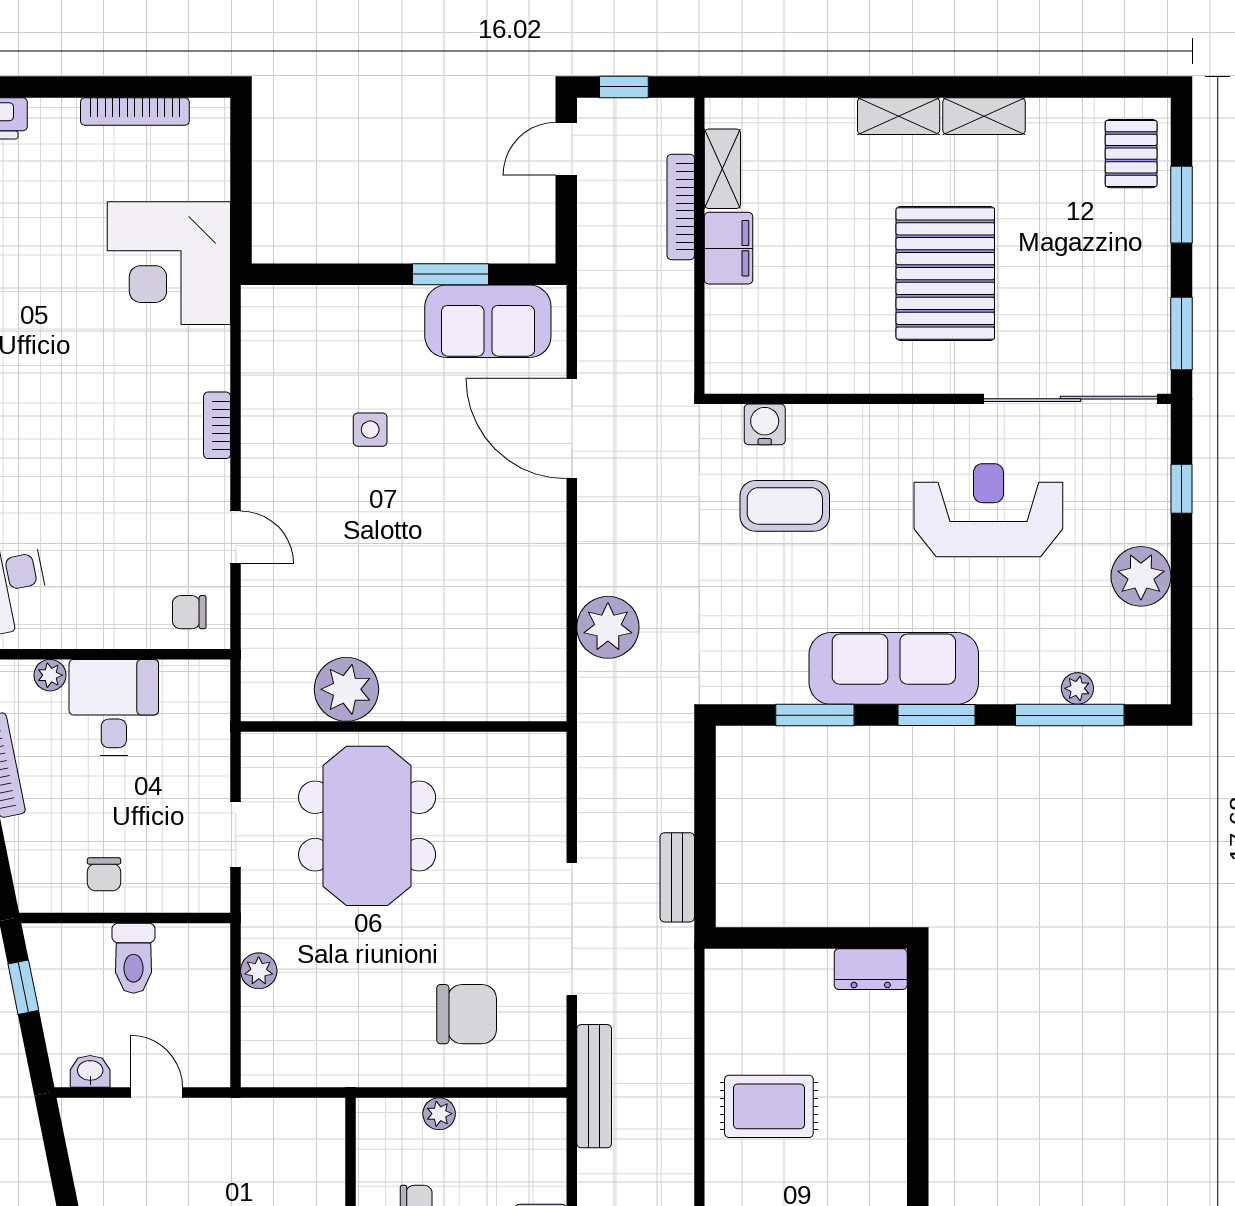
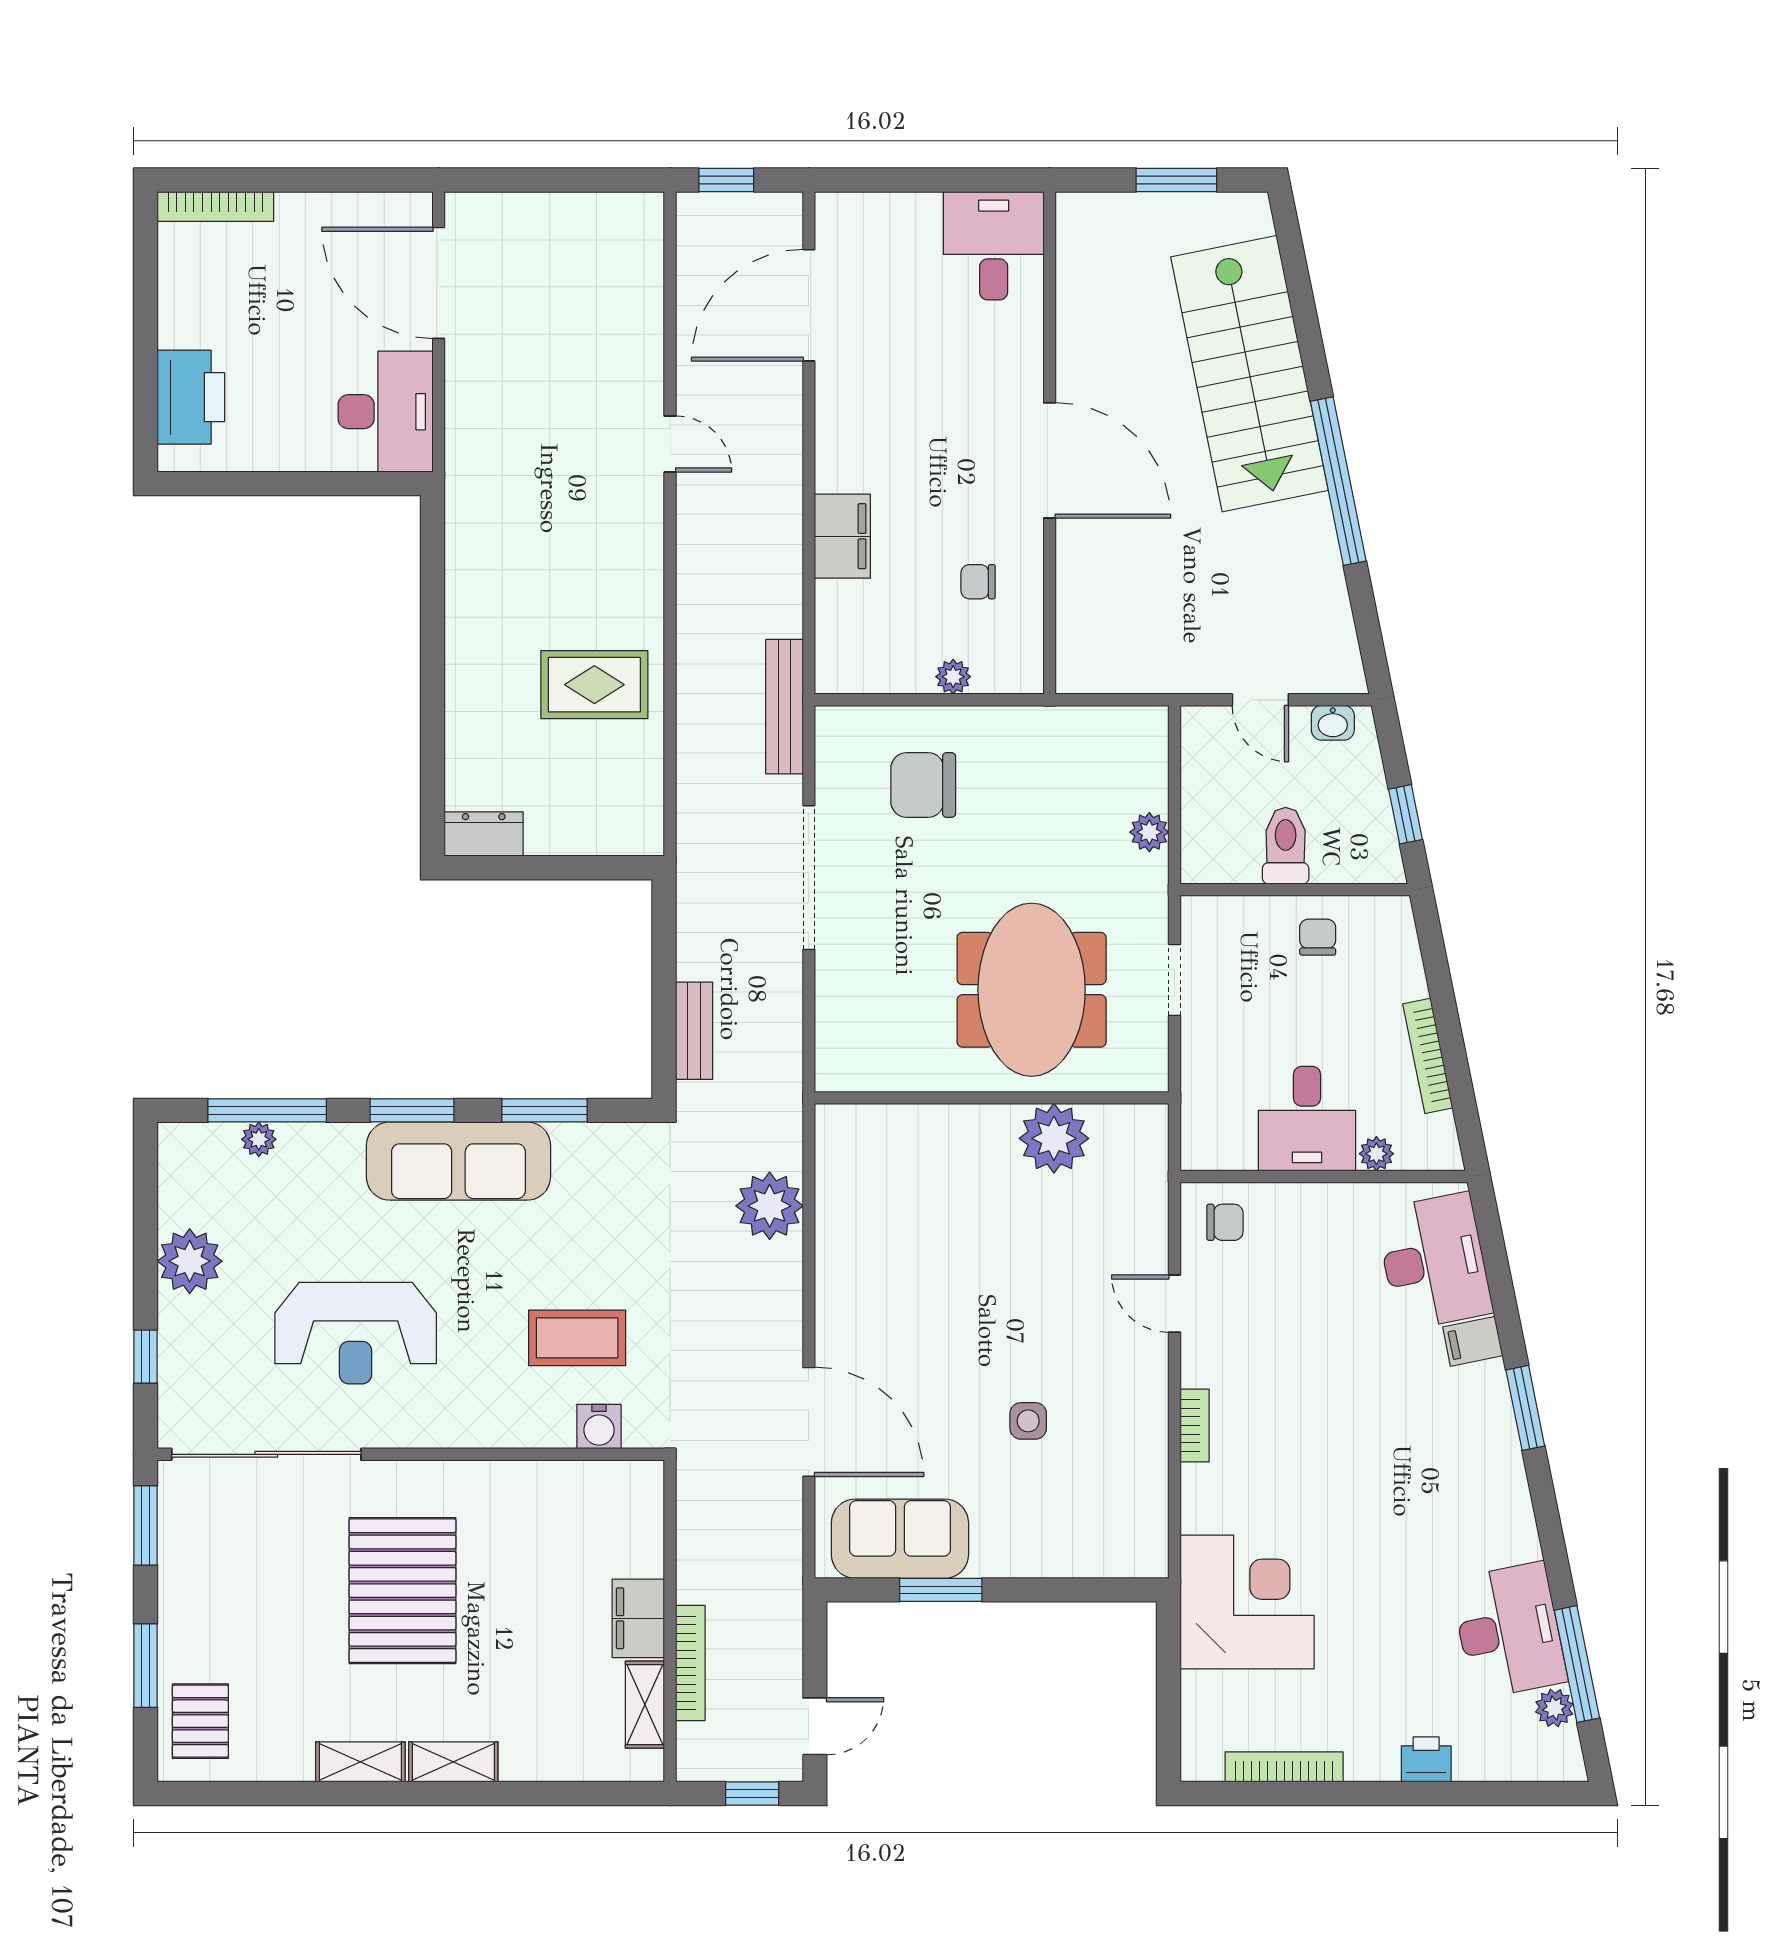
bench: (677, 877) -> (694, 1031), moved

